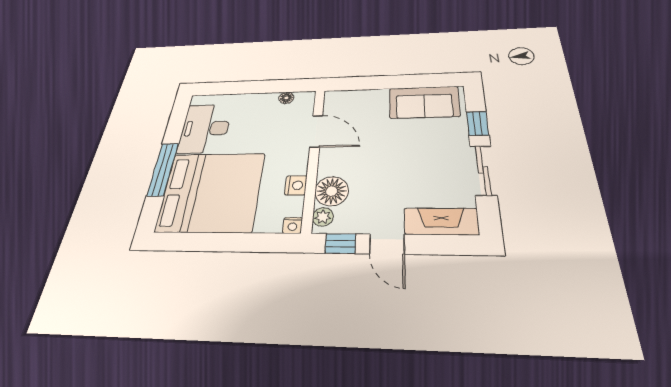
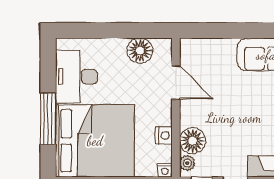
floor lamp: (286, 98) -> (140, 51), width x1.89, depth x1.89

